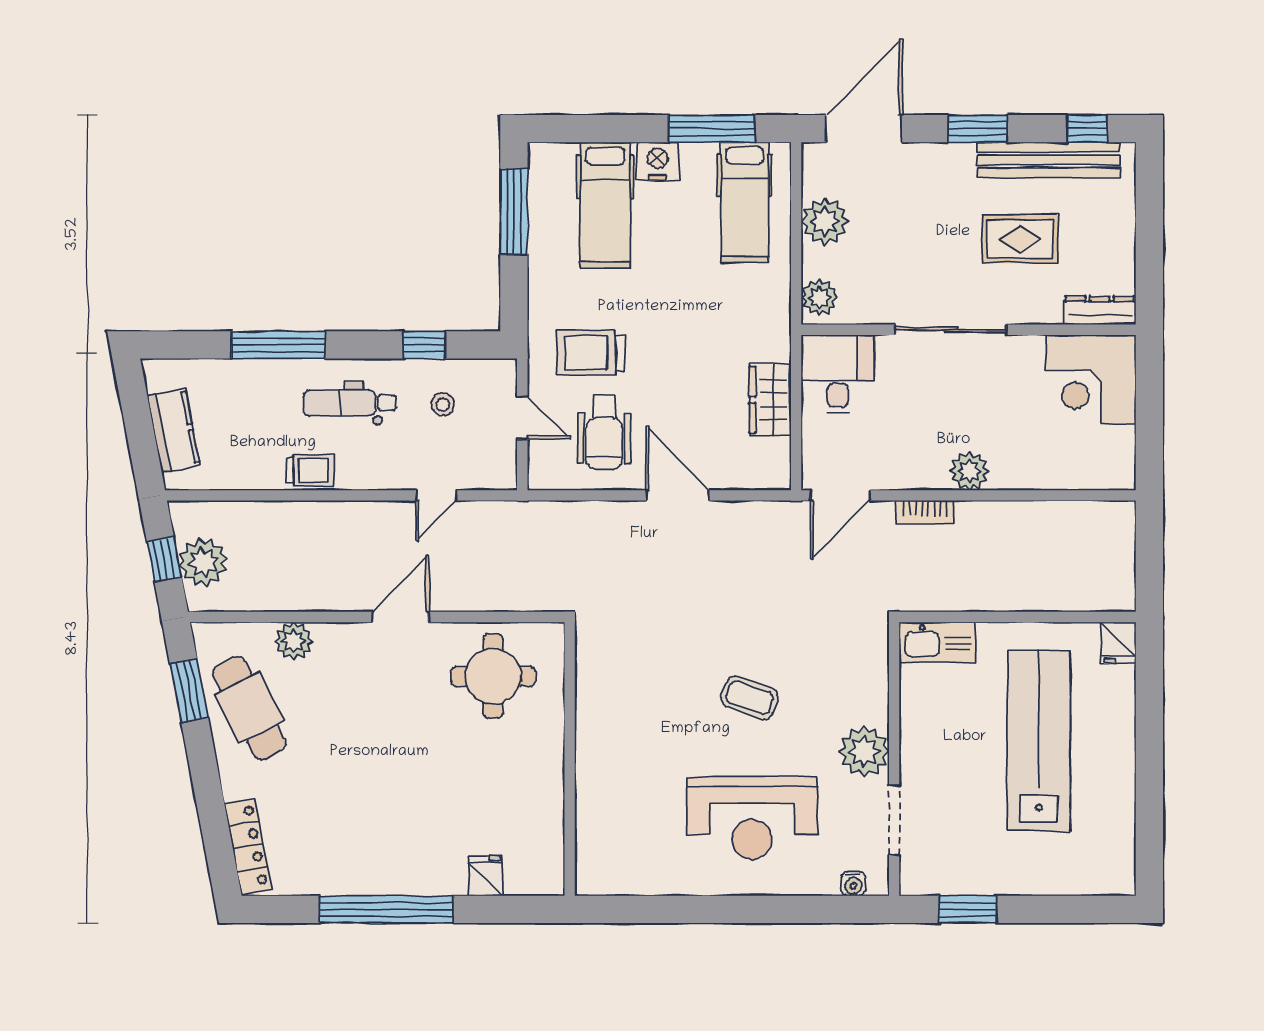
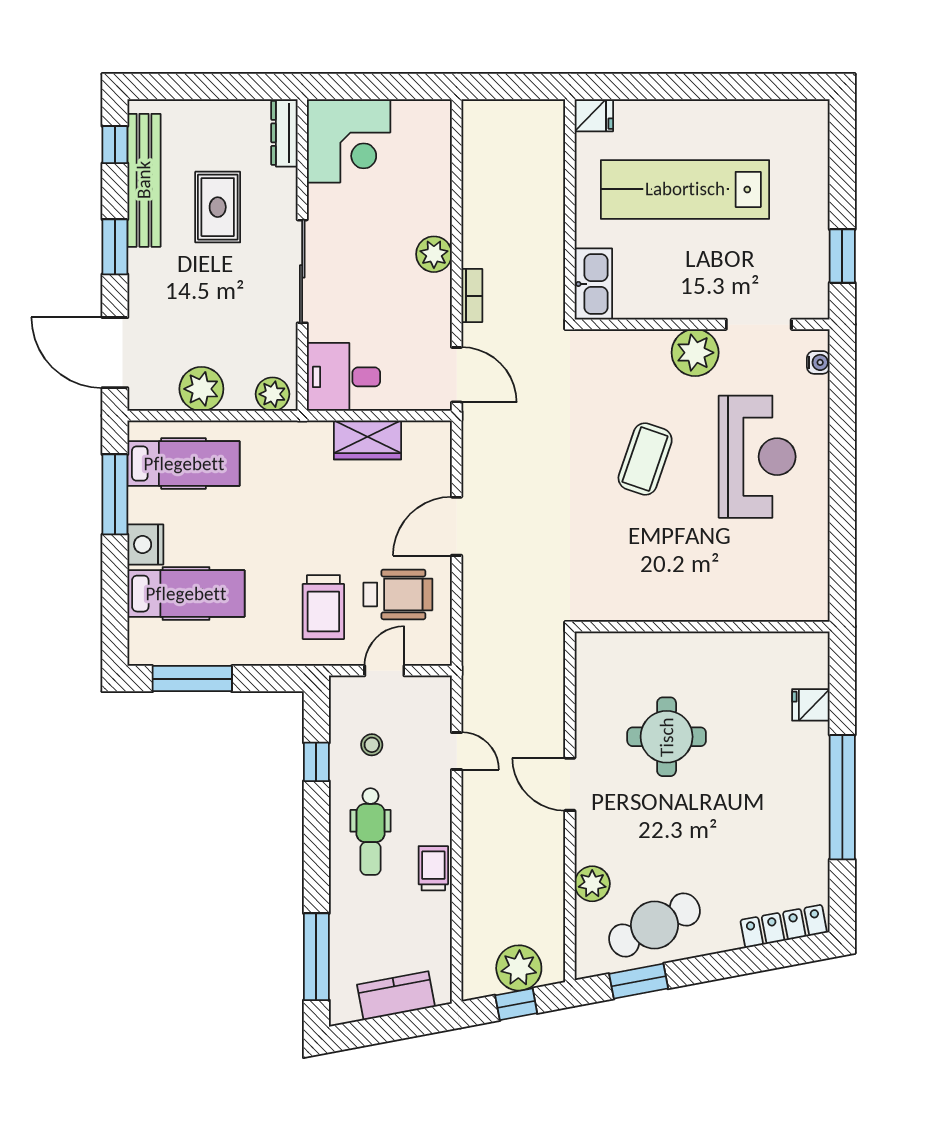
window: (278, 345) -> (316, 957), moved
round table: (493, 676) -> (667, 737), moved
coffee table: (750, 698) -> (645, 459), width x1.36, depth x1.30

